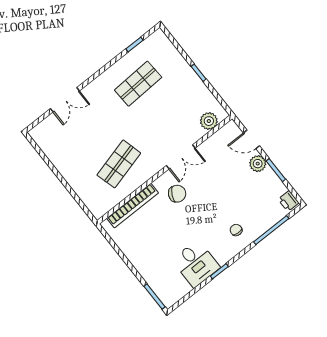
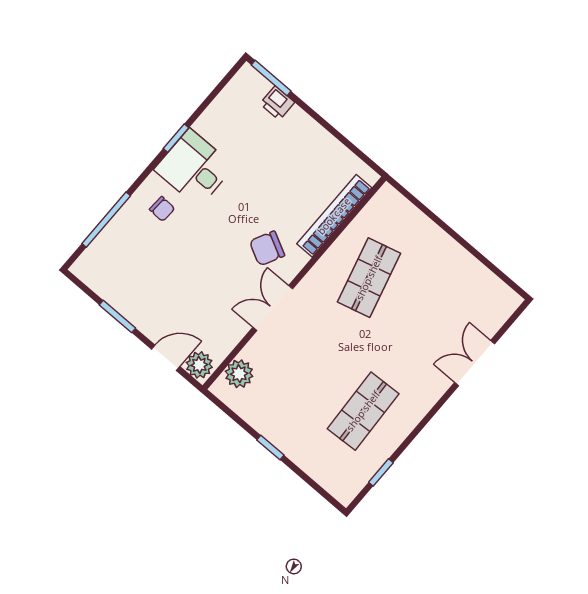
plant: (258, 164) -> (199, 365), moved
printer: (288, 201) -> (277, 103), moved, turned 180
desk: (196, 264) -> (194, 168), moved

